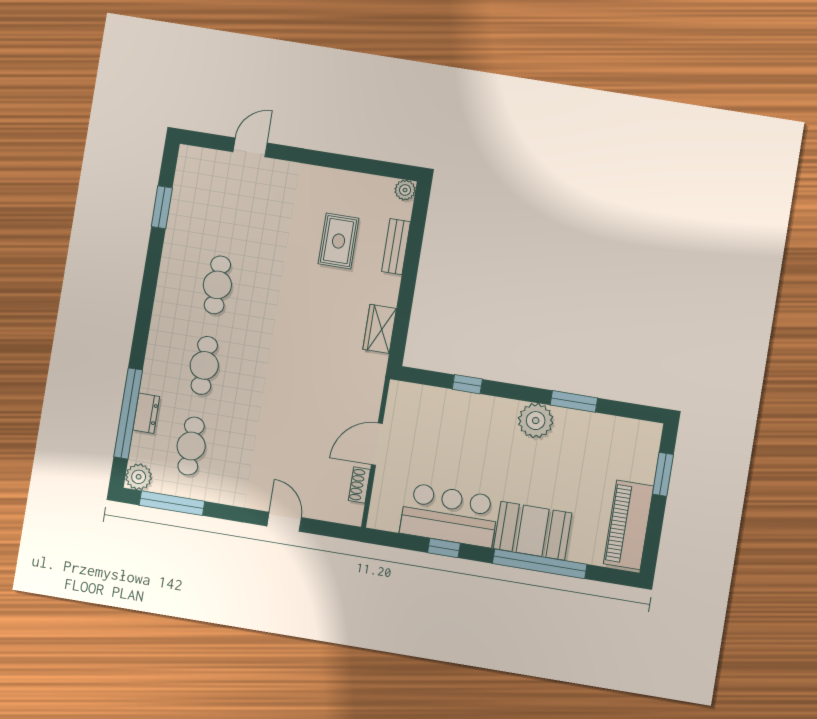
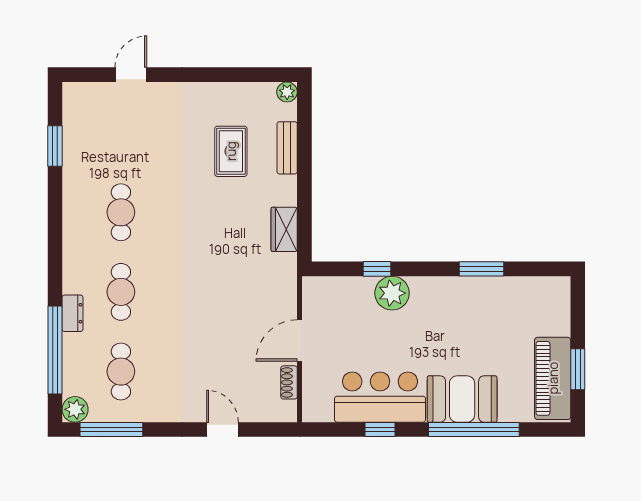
dresser: (146, 413) -> (72, 313), moved
plant: (536, 421) -> (392, 293), moved
window: (663, 474) -> (578, 369), moved

